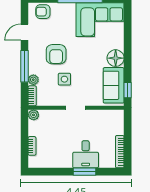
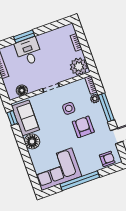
plant: (34, 115) -> (79, 66), width x1.87, depth x1.87
floor lamp: (107, 116) -> (22, 90), added

